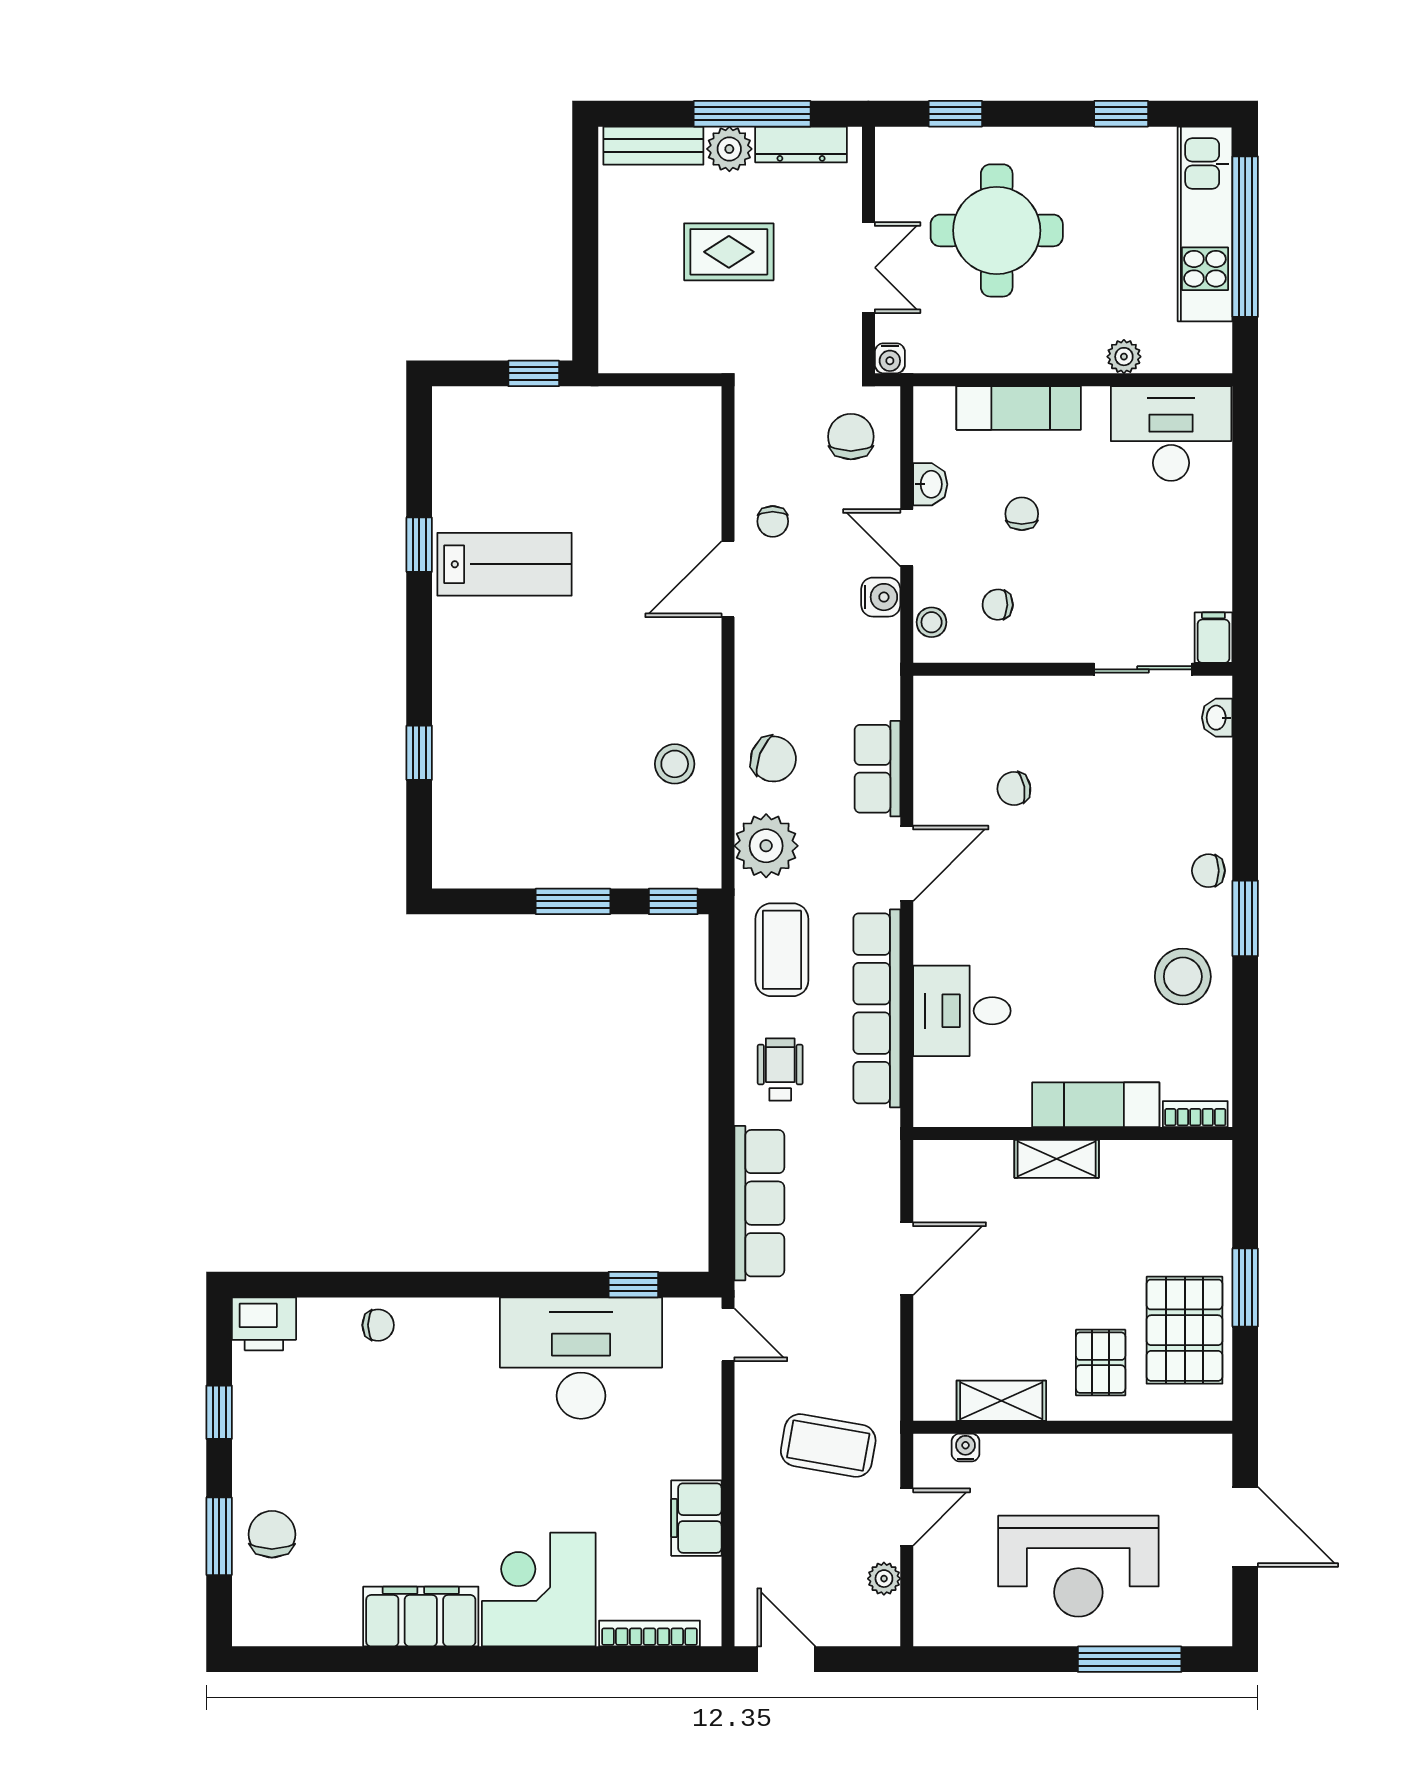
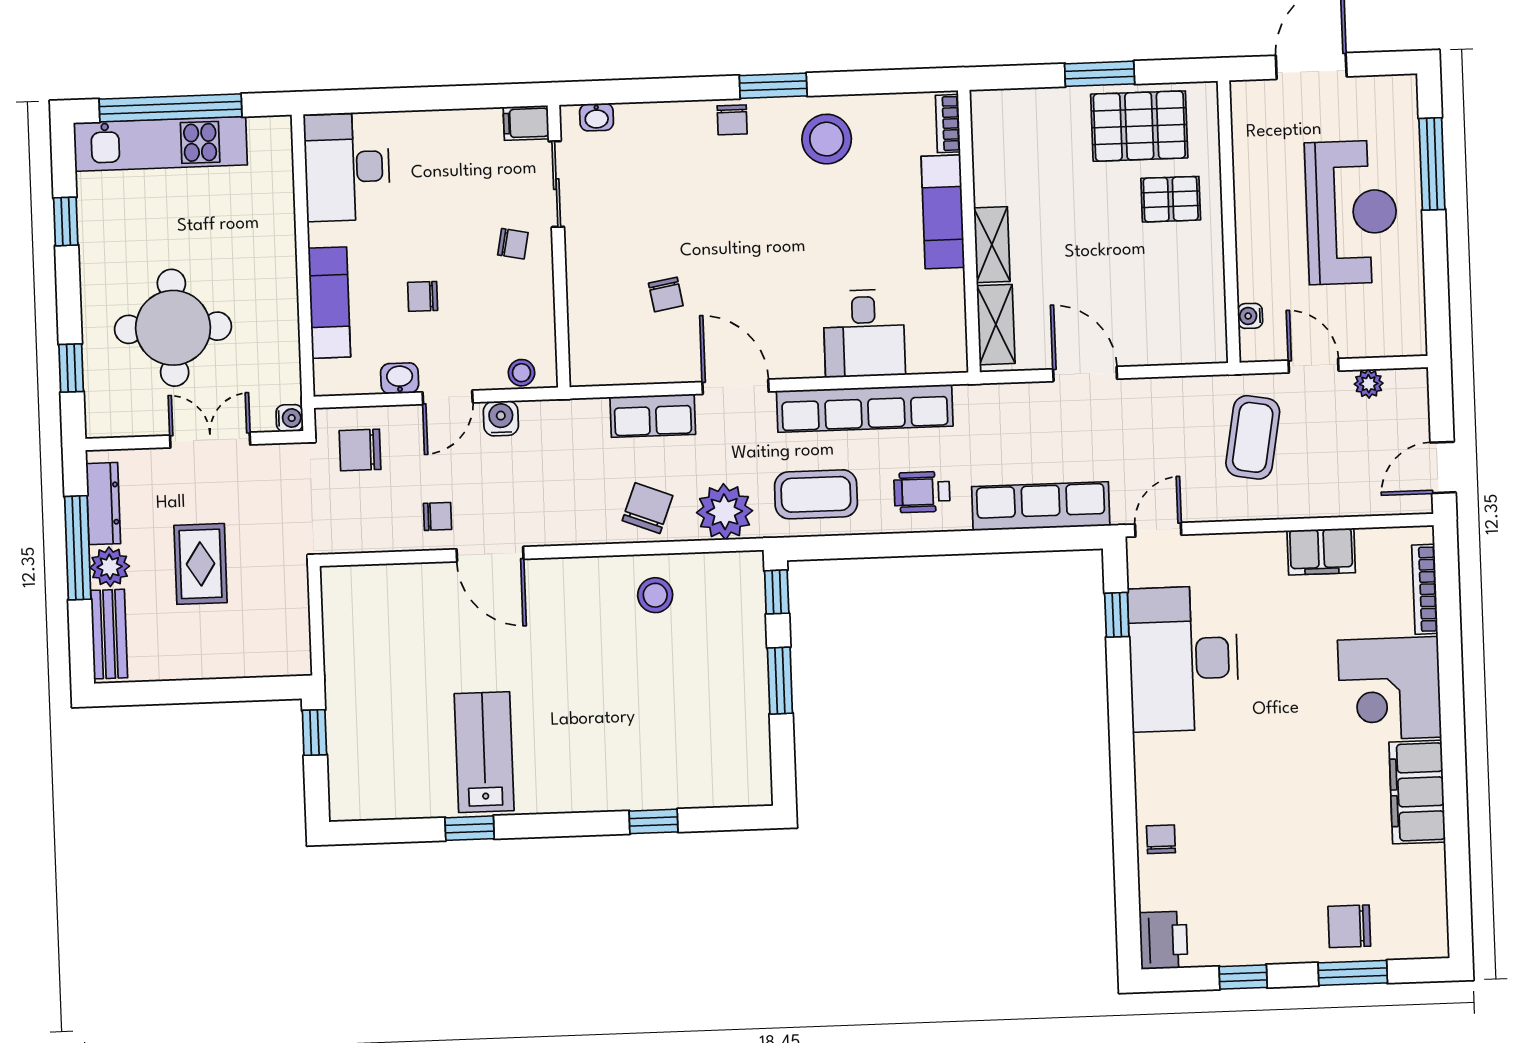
plant: (1124, 357) -> (280, 211), removed
chair: (998, 605) -> (513, 244), moved, turned -81
shelving: (1001, 1401) -> (996, 325), moved

